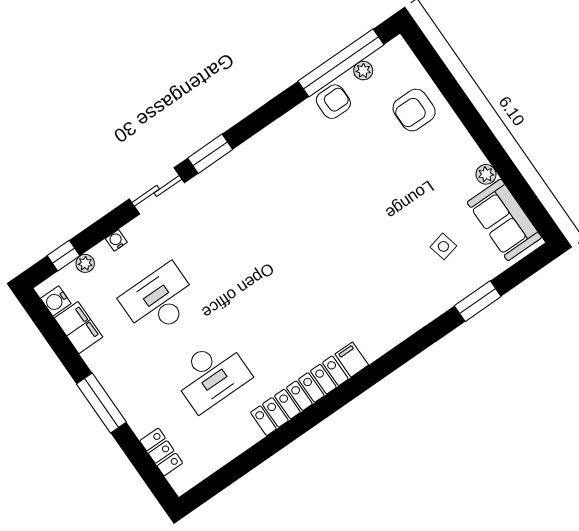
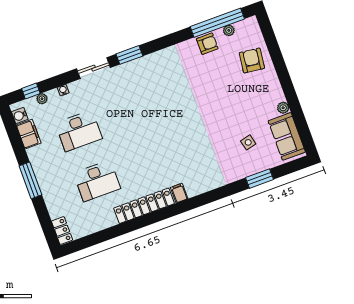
armchair: (414, 110) -> (252, 60), turned 97
desk: (159, 301) -> (79, 131), turned 180
locker: (161, 452) -> (62, 231), moved

